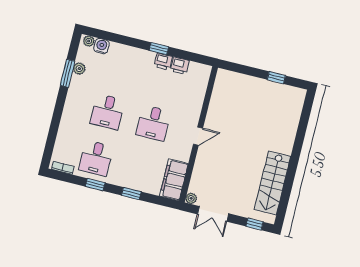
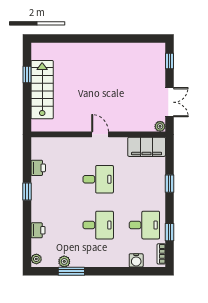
water cooler: (101, 46) -> (136, 260), moved, turned -90
printer: (163, 61) -> (38, 230), moved
stairs: (272, 183) -> (42, 90), moved, turned -90
window: (95, 185) -> (169, 232), moved

